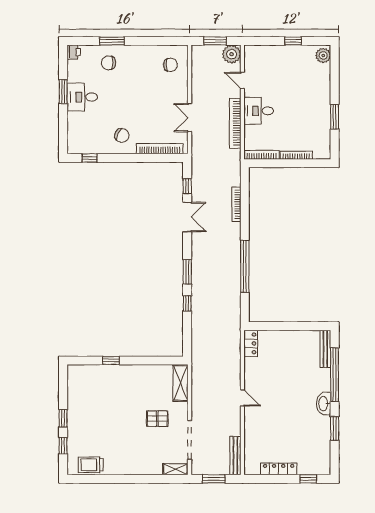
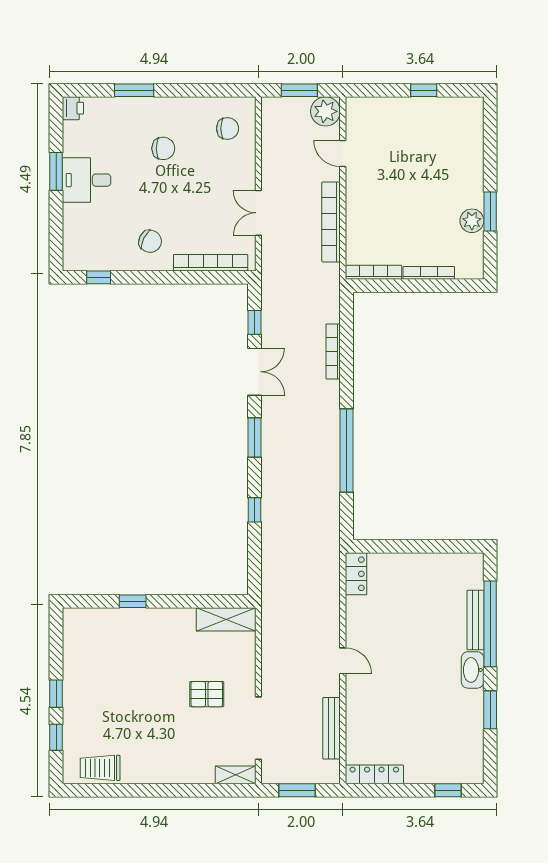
plant: (323, 55) -> (472, 221), moved
chair: (109, 63) -> (163, 148), moved, turned 180
desk: (259, 111) -> (369, 202), removed
window: (187, 272) -> (254, 438), moved
bench: (325, 349) -> (475, 620), moved
shelving: (181, 383) -> (226, 619), moved, turned 90
bench: (235, 456) -> (332, 728), moved
locker: (279, 469) -> (374, 774), moved

